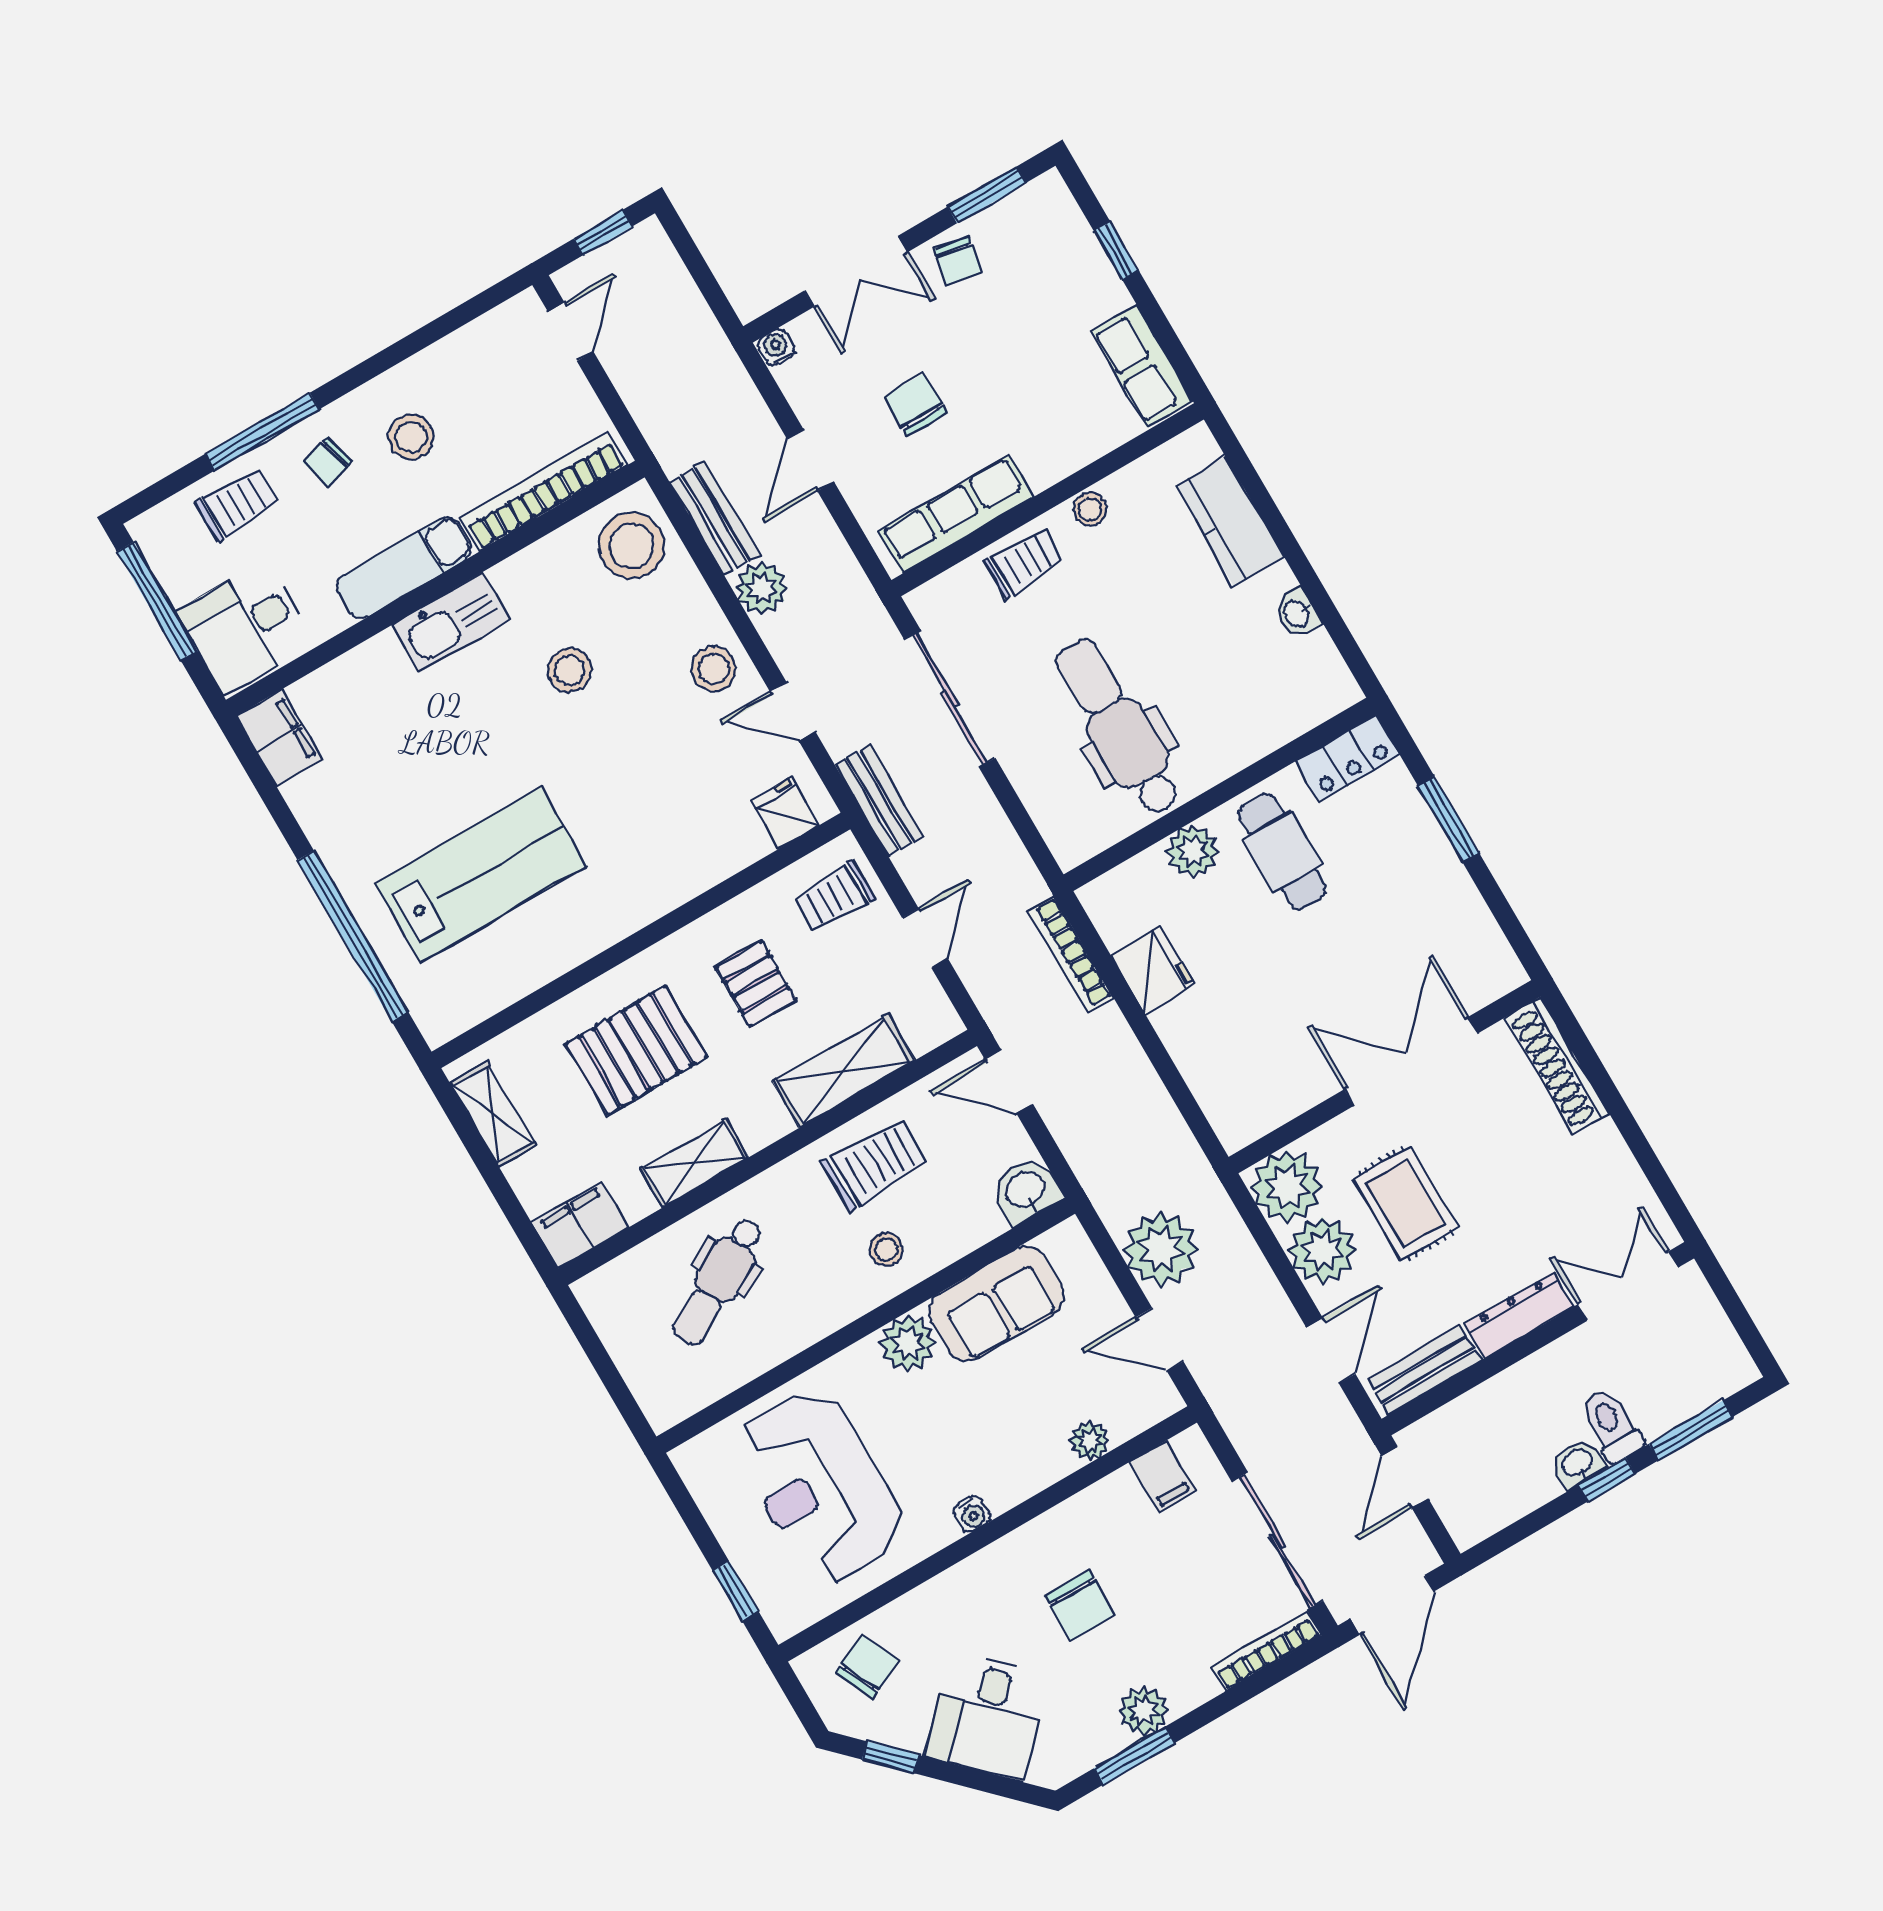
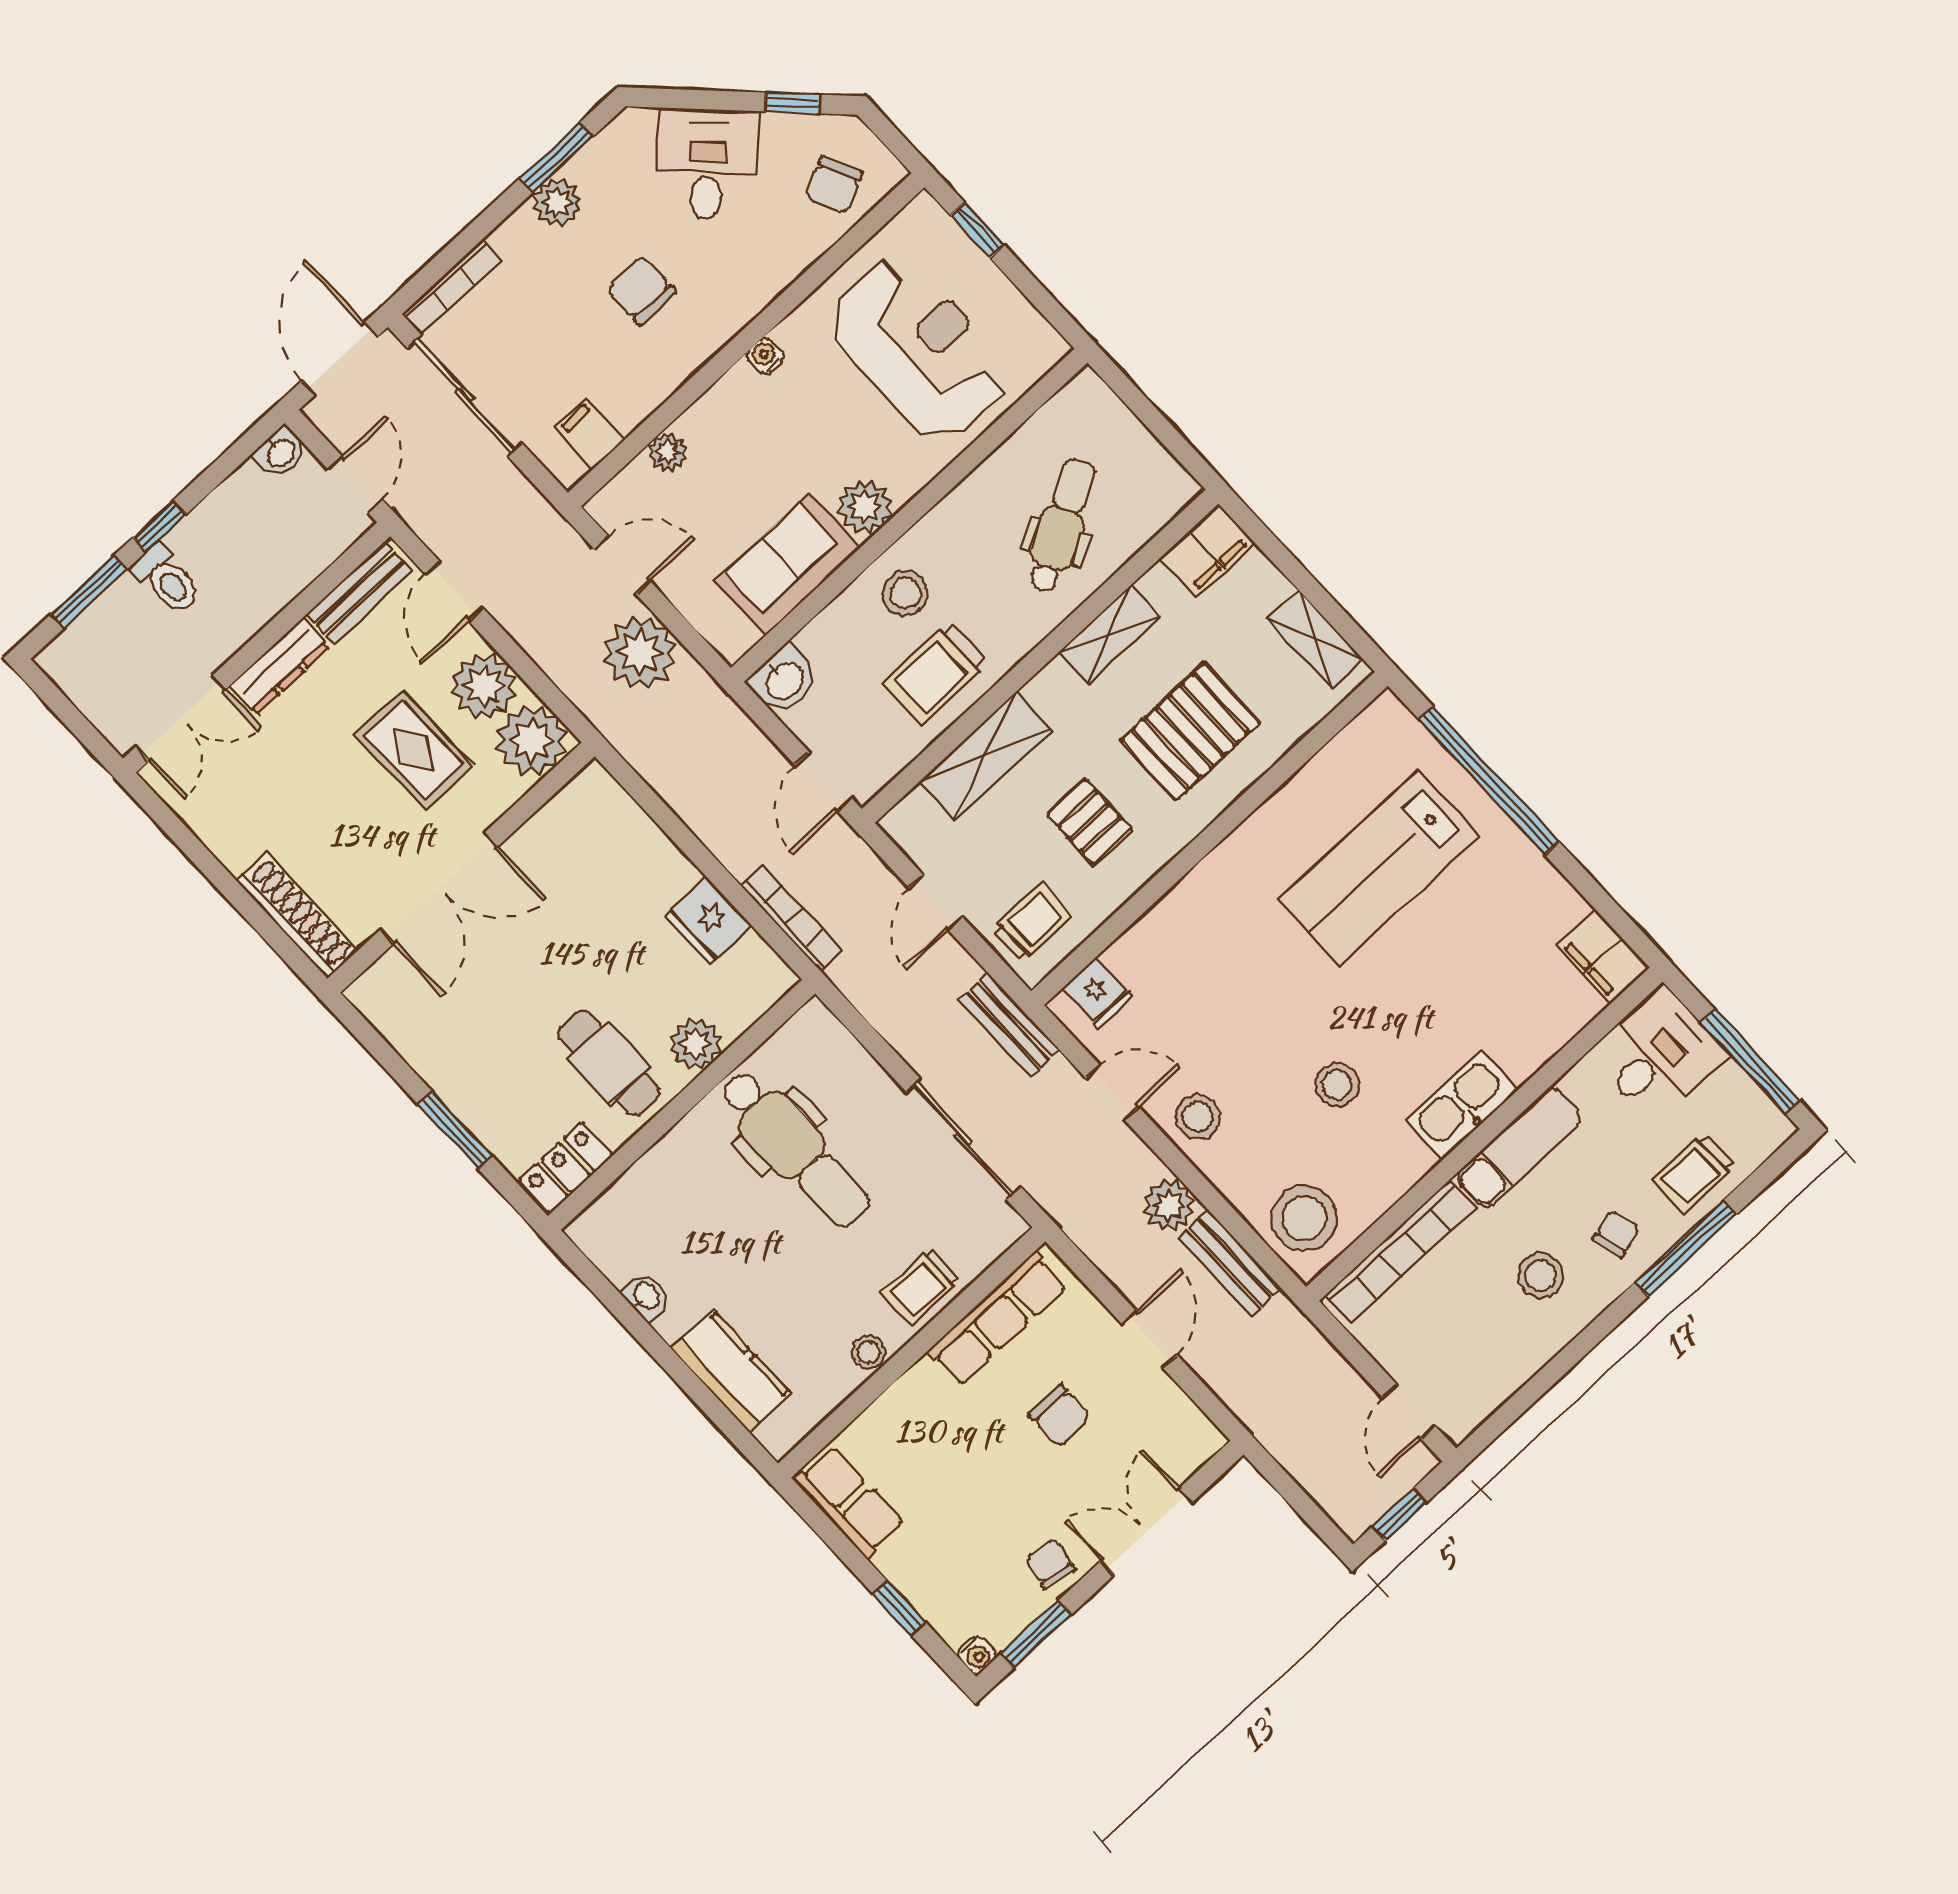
water cooler: (776, 347) -> (977, 1655), moved
door: (1009, 1081) -> (824, 782), swing flipped
stool: (886, 1249) -> (906, 593), width x1.37, depth x1.37
washbasin: (1577, 1464) -> (280, 452), moved

